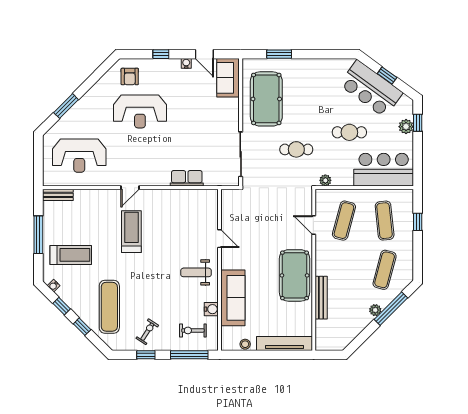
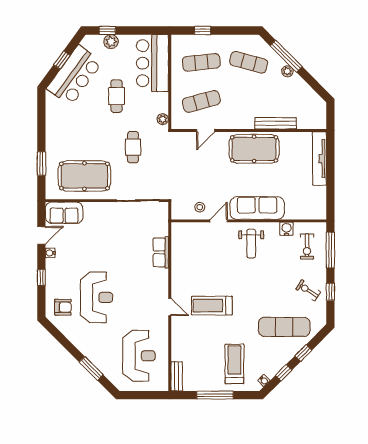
exercise mat: (344, 221) -> (201, 101), turned -30
sofa: (233, 298) -> (257, 208), moved
stool: (245, 344) -> (200, 207), moved

